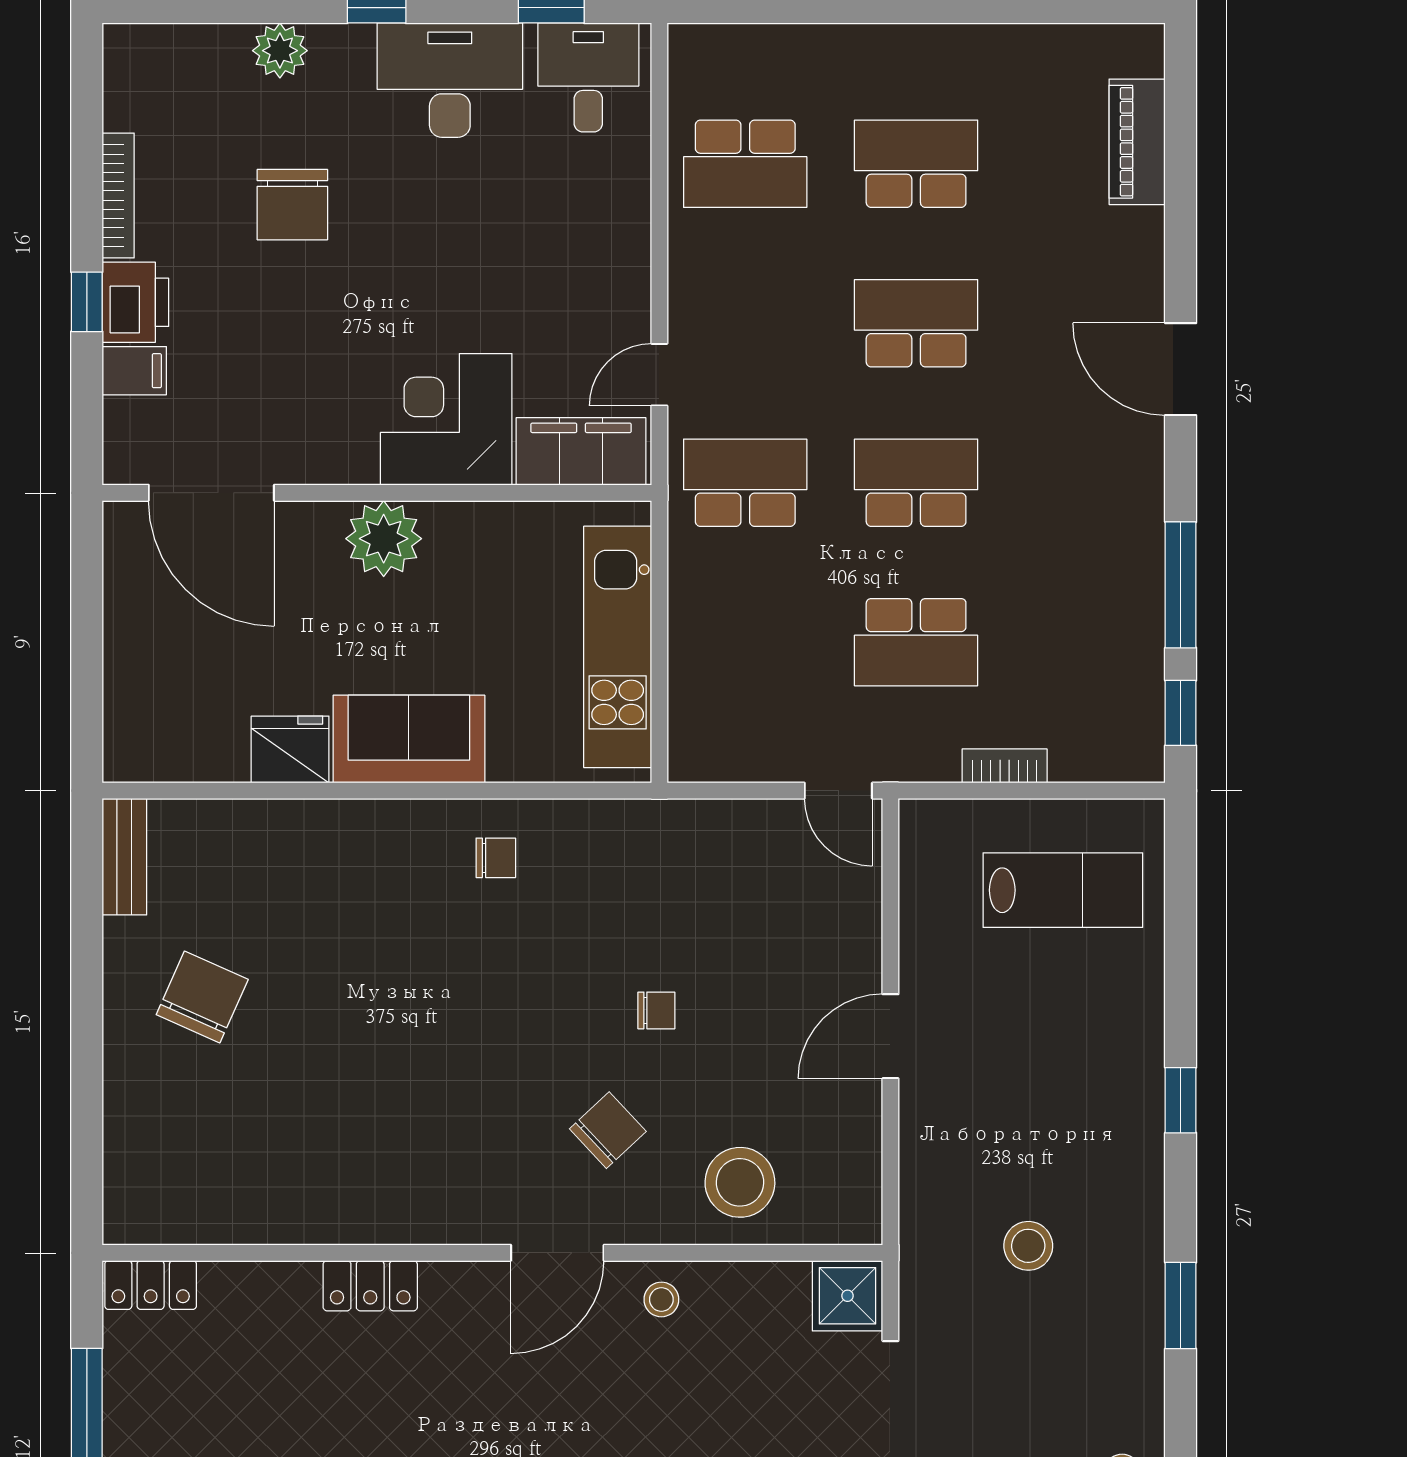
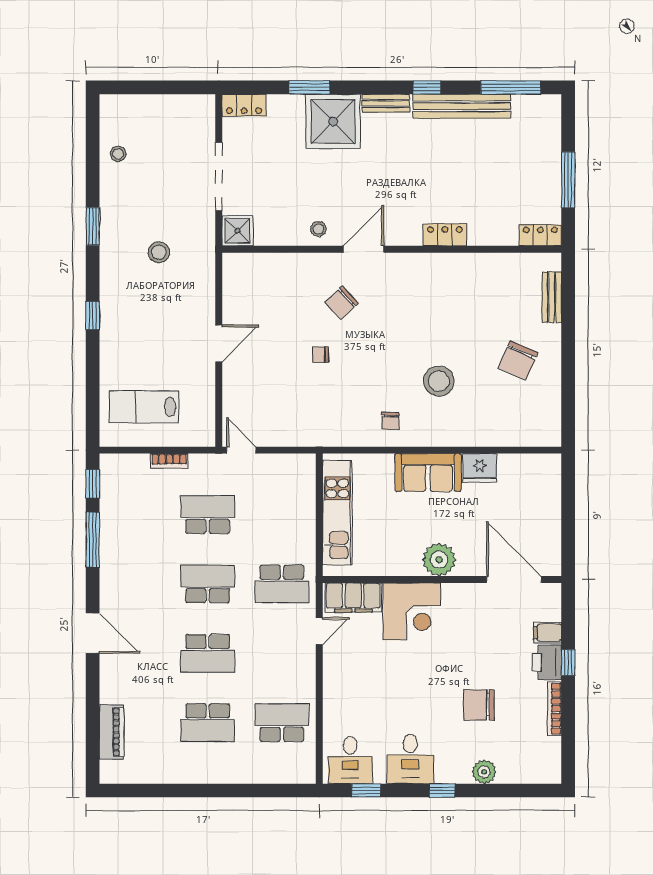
desk: (450, 80) -> (410, 759), width x0.73
chair: (292, 205) -> (479, 705), turned -90
school desk: (916, 483) -> (208, 584), turned 180
bench: (124, 857) -> (552, 297), moved
chair: (496, 858) -> (390, 421), turned -90
stool: (740, 1182) -> (439, 381), moved

